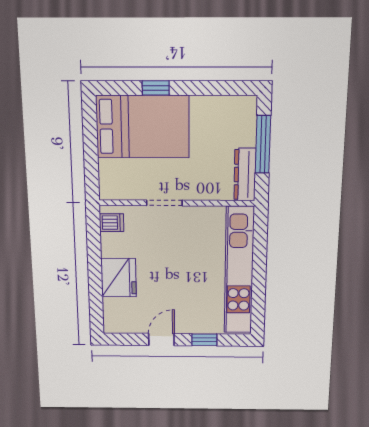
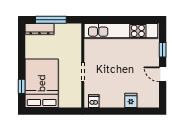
window: (156, 88) -> (22, 86), moved
dresser: (245, 175) -> (39, 29), moved
fridge: (119, 278) -> (131, 100), width x0.53, depth x0.75

